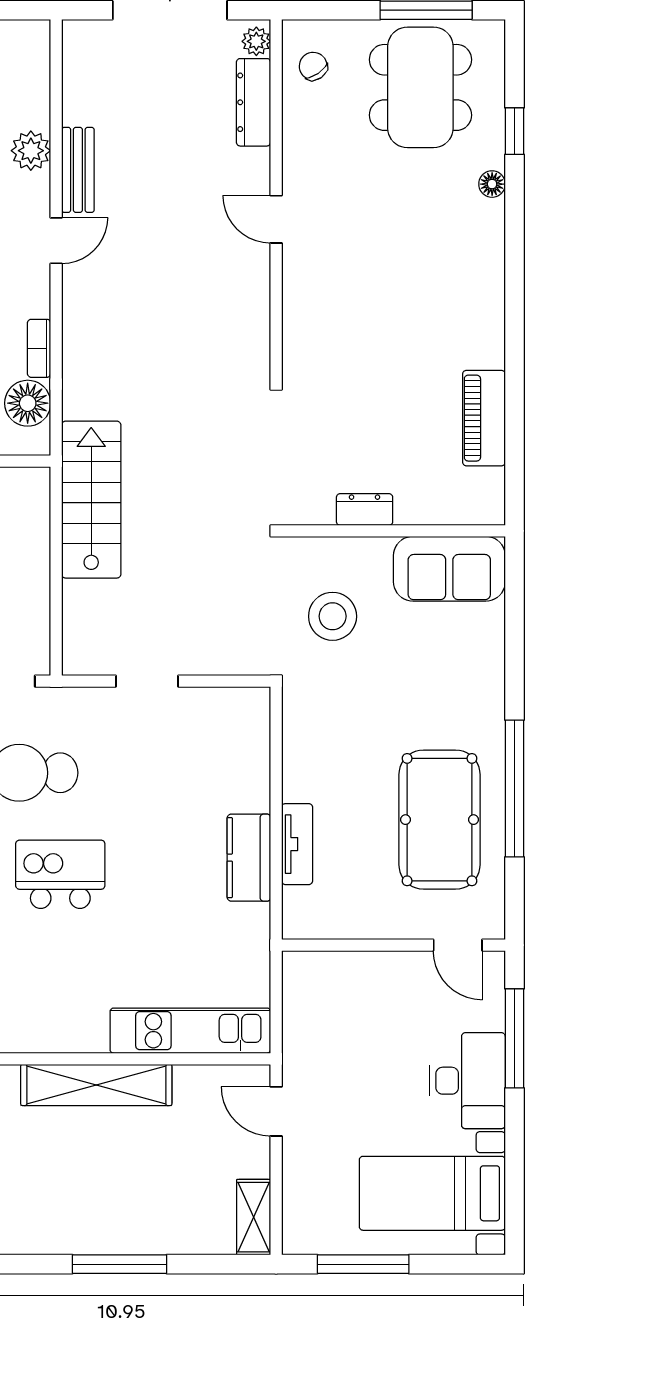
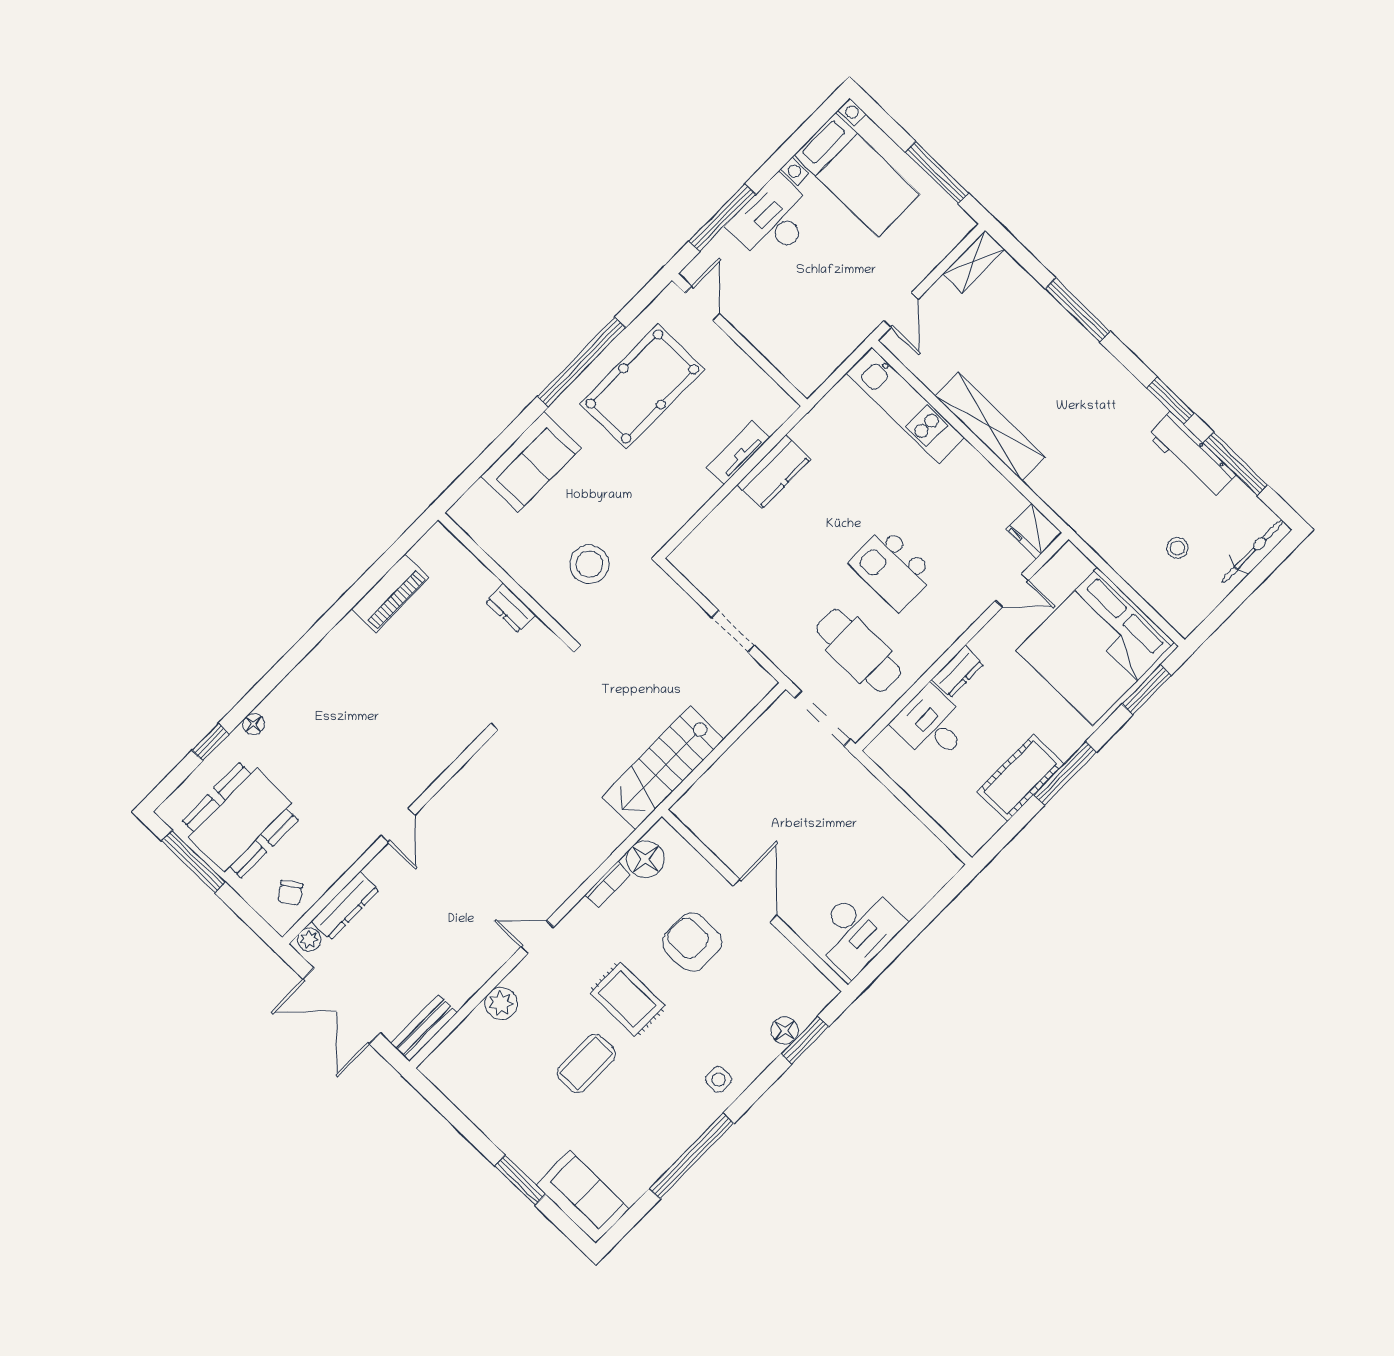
bench: (78, 170) -> (424, 1028), moved
sofa: (449, 569) -> (531, 462), moved, turned 90

